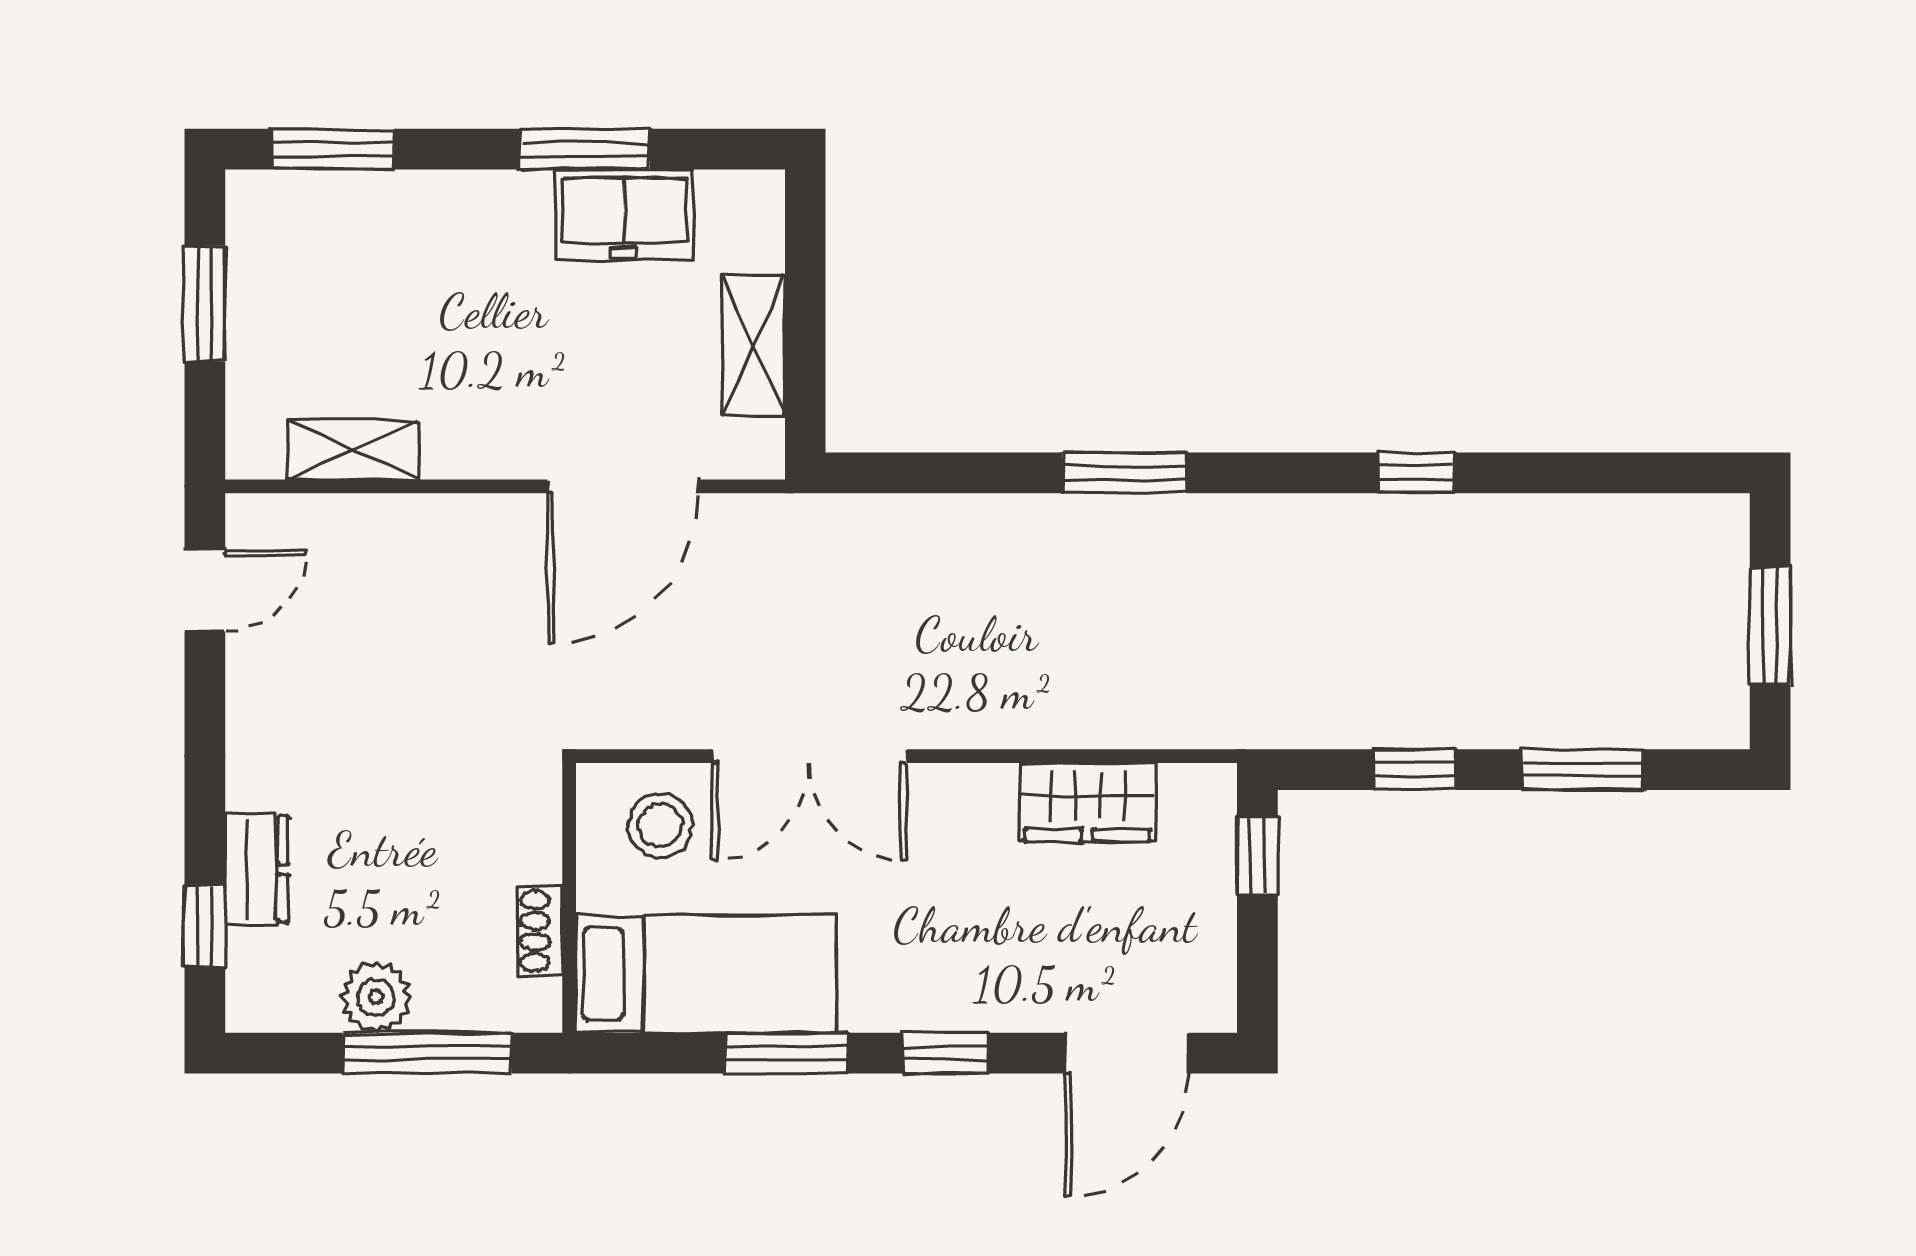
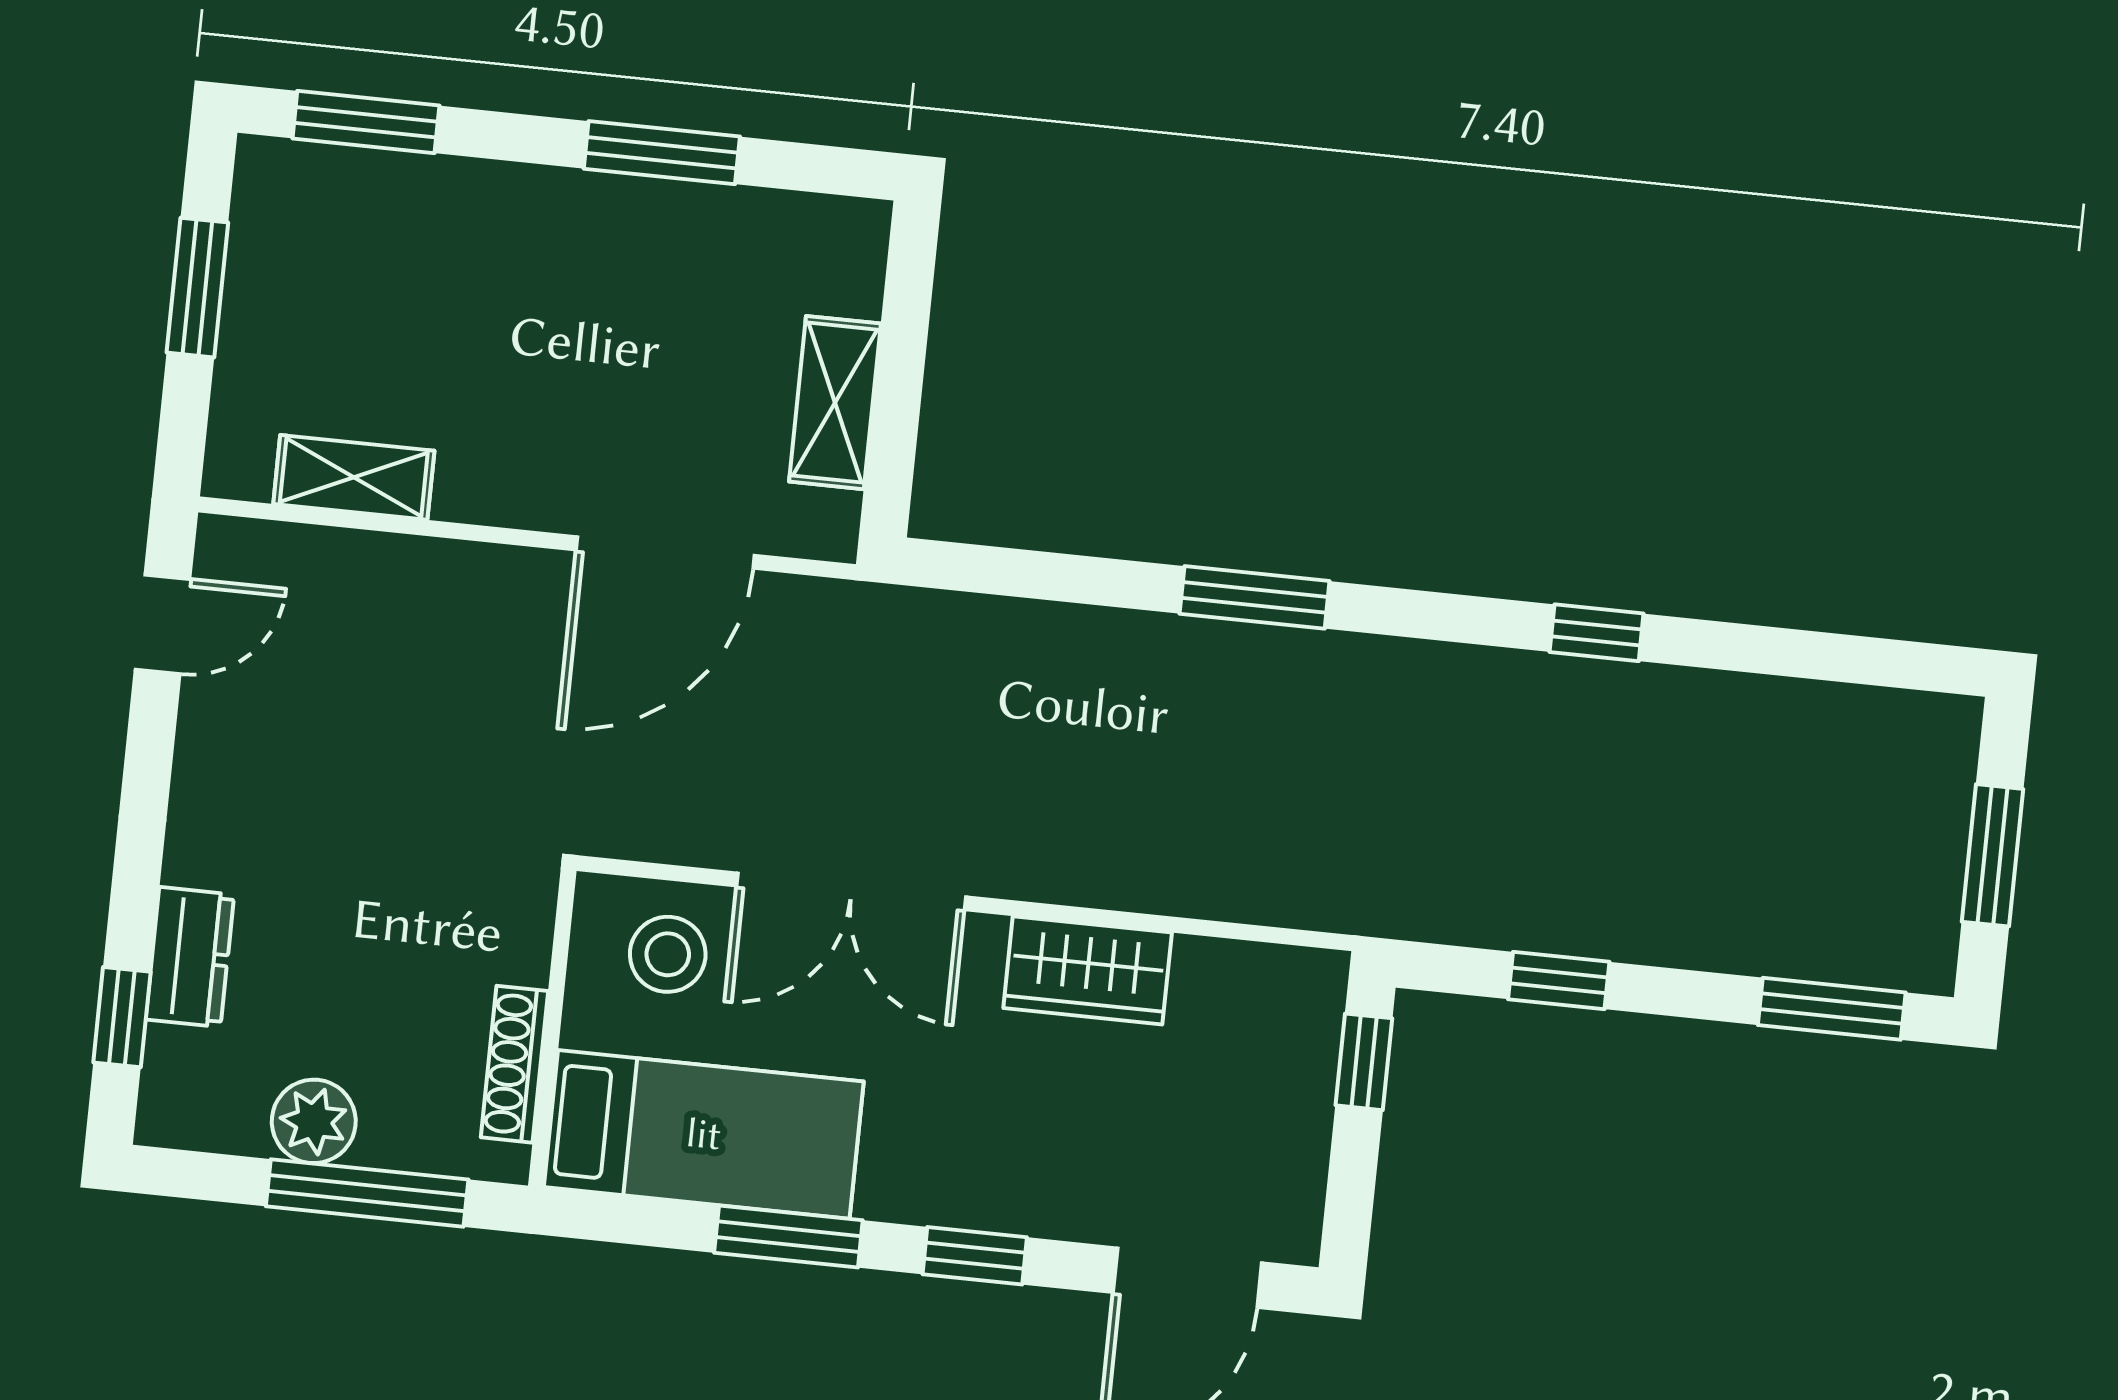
freezer: (624, 214) -> (699, 233), removed
window: (1583, 770) -> (1832, 1009), moved
wardrobe: (1087, 802) -> (1088, 970), moved
shoe rack: (540, 931) -> (515, 1064), width x1.43

